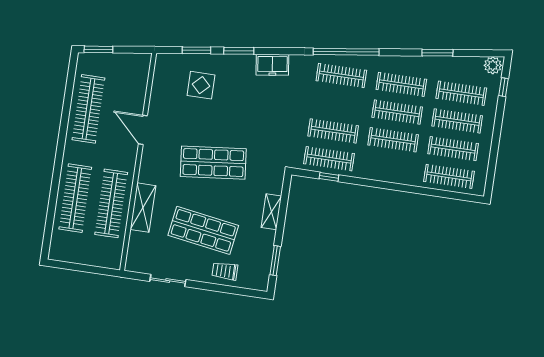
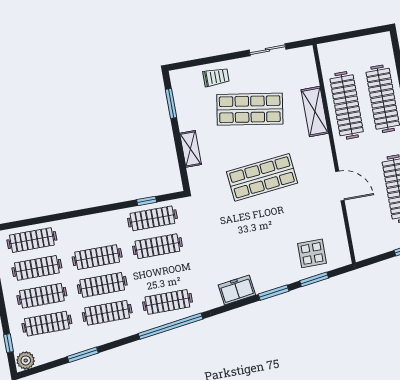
display table: (201, 85) -> (312, 253), moved

